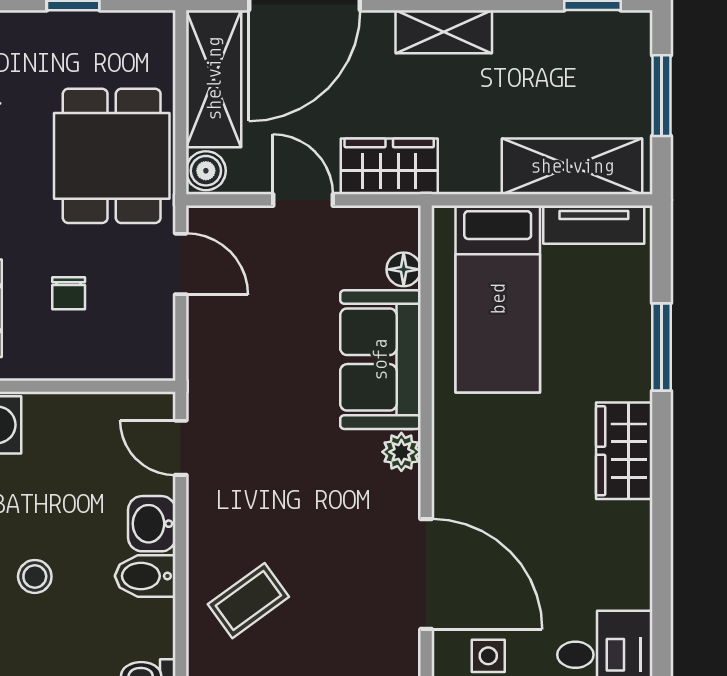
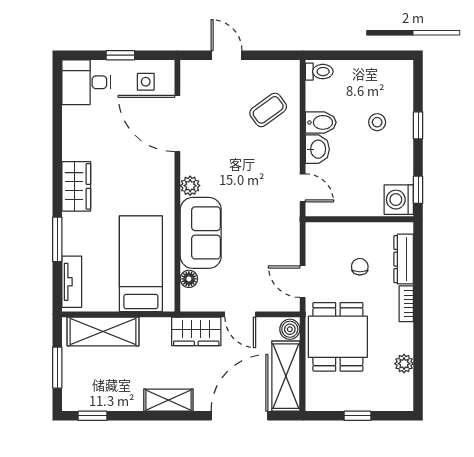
tv unit: (594, 225) -> (72, 282), moved, turned 90

